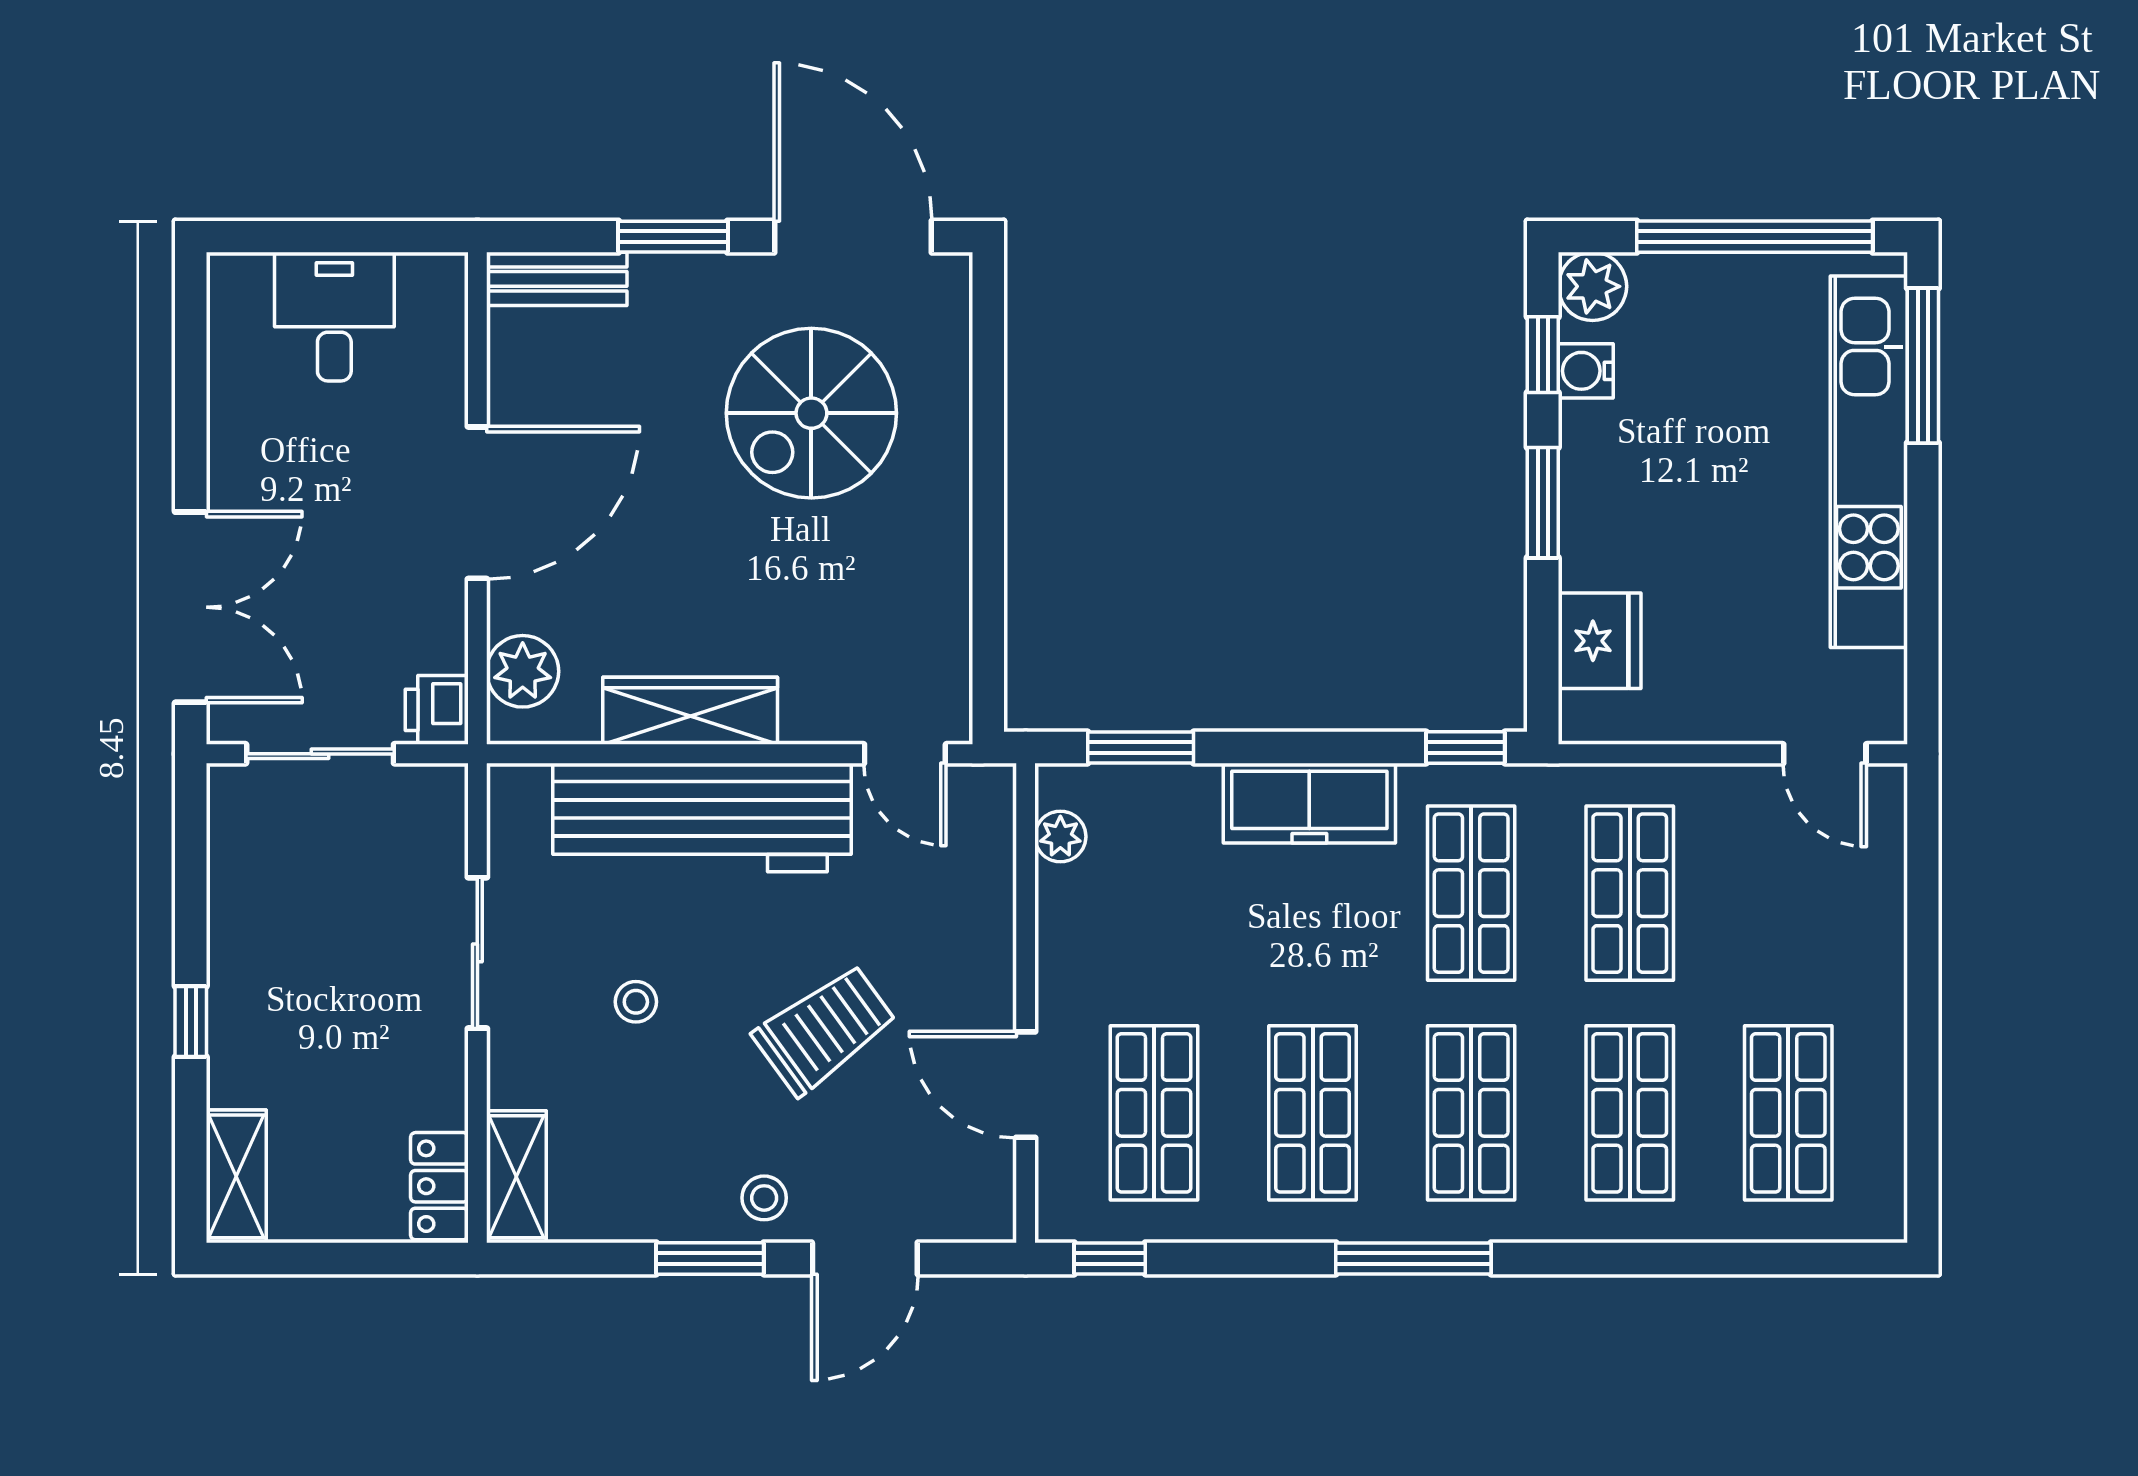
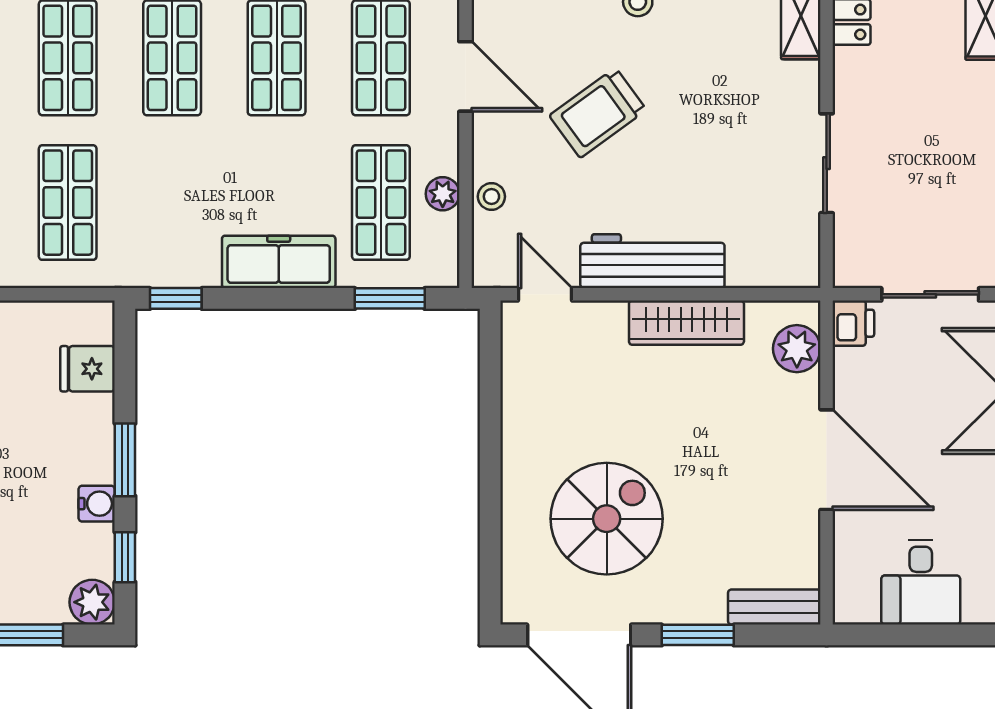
water cooler: (1586, 371) -> (97, 504), moved
door: (477, 503) -> (827, 460), swing flipped
fridge: (1600, 641) -> (88, 369), width x0.72
workbench: (702, 817) -> (652, 261), width x0.73, depth x0.76
plant: (1060, 837) -> (443, 194), moved
shop shelf: (1471, 893) -> (381, 203), moved
stool: (636, 1002) -> (491, 197), moved

